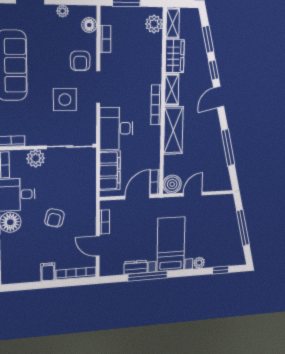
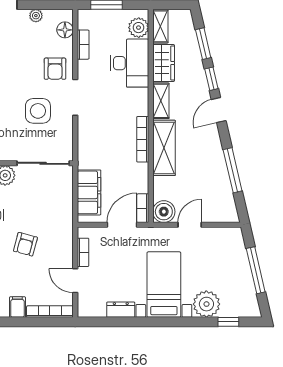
bookcase: (156, 105) -> (143, 139), moved
desk: (116, 128) -> (130, 63), moved, turned 180
plant: (199, 263) -> (206, 304), width x1.87, depth x1.87
window: (148, 276) -> (136, 322), removed

